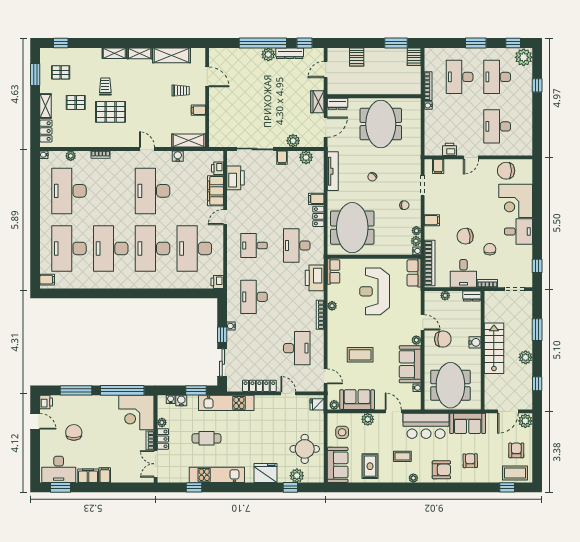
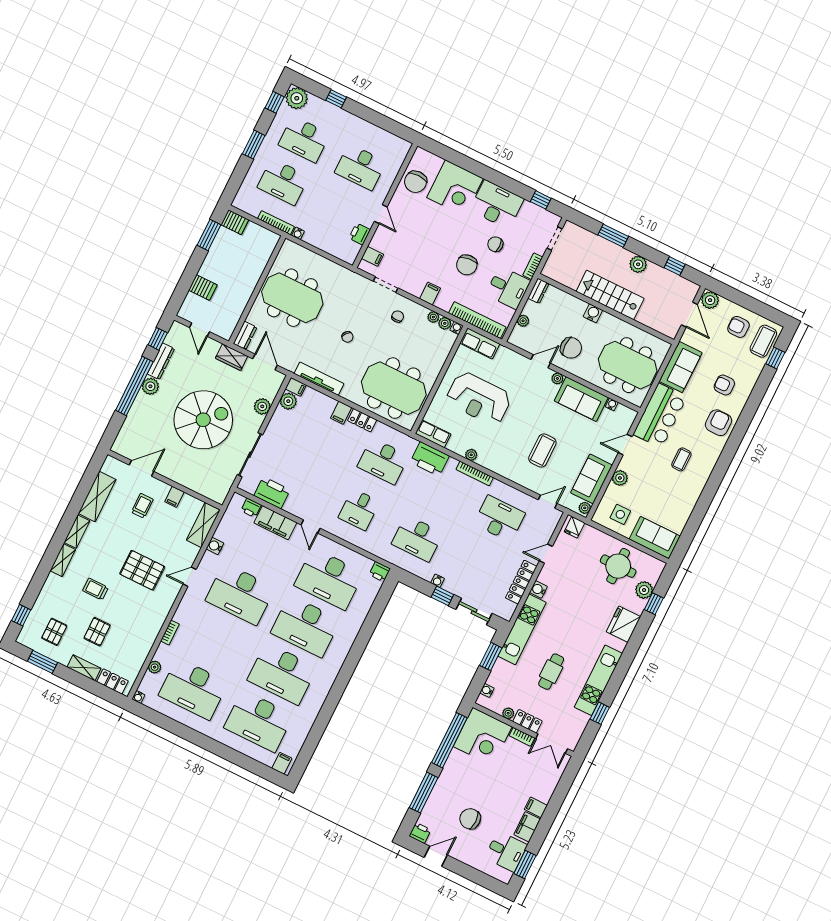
spiral stairs: (263, 104) -> (203, 420), added
pallet: (111, 112) -> (142, 570), moved, turned 90
filing cabinet: (282, 158) -> (296, 387), moved
desk: (518, 231) -> (497, 204), width x1.37
chair: (443, 339) -> (571, 348), turned 90
water cooler: (181, 401) -> (538, 589), moved
rug: (370, 466) -> (674, 502), removed
desk: (59, 469) -> (506, 851), width x0.73
plant: (413, 478) -> (712, 459), removed

